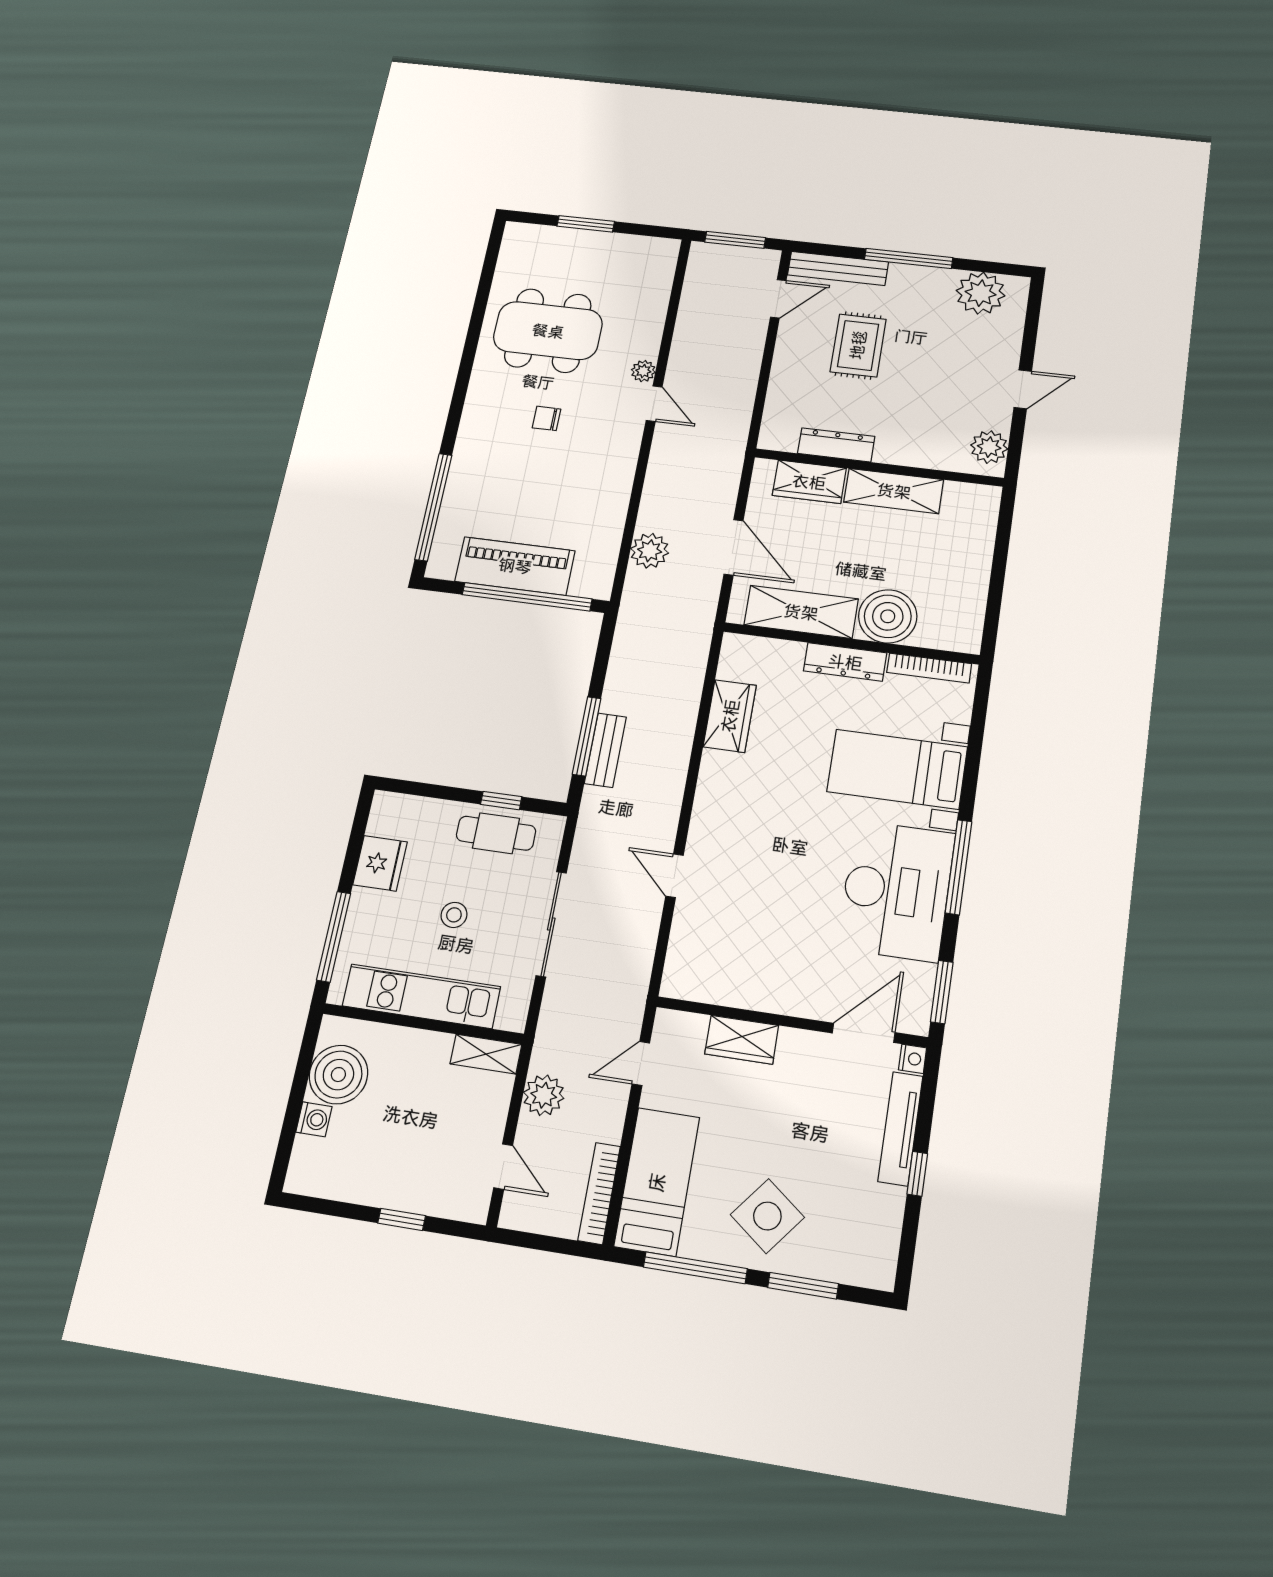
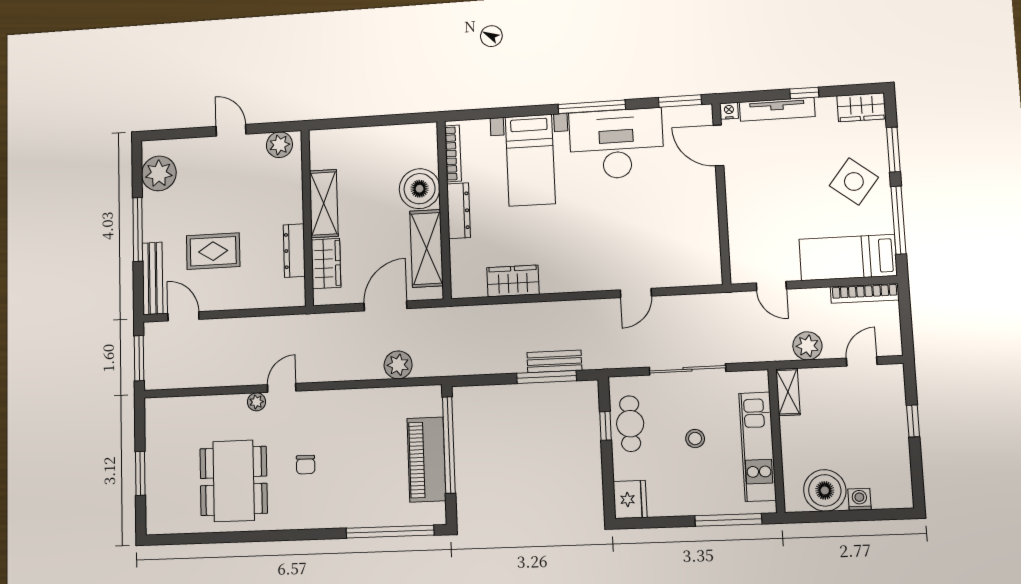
fridge: (380, 863) -> (630, 499), moved, turned 90
wardrobe: (742, 1040) -> (861, 107), moved, turned 90

